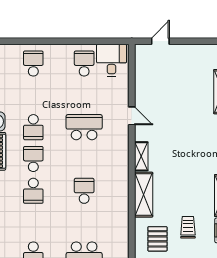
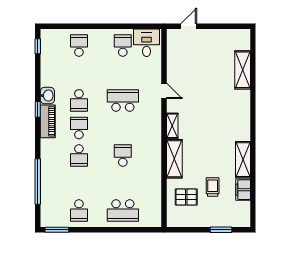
pallet: (157, 239) -> (186, 197), turned 90

